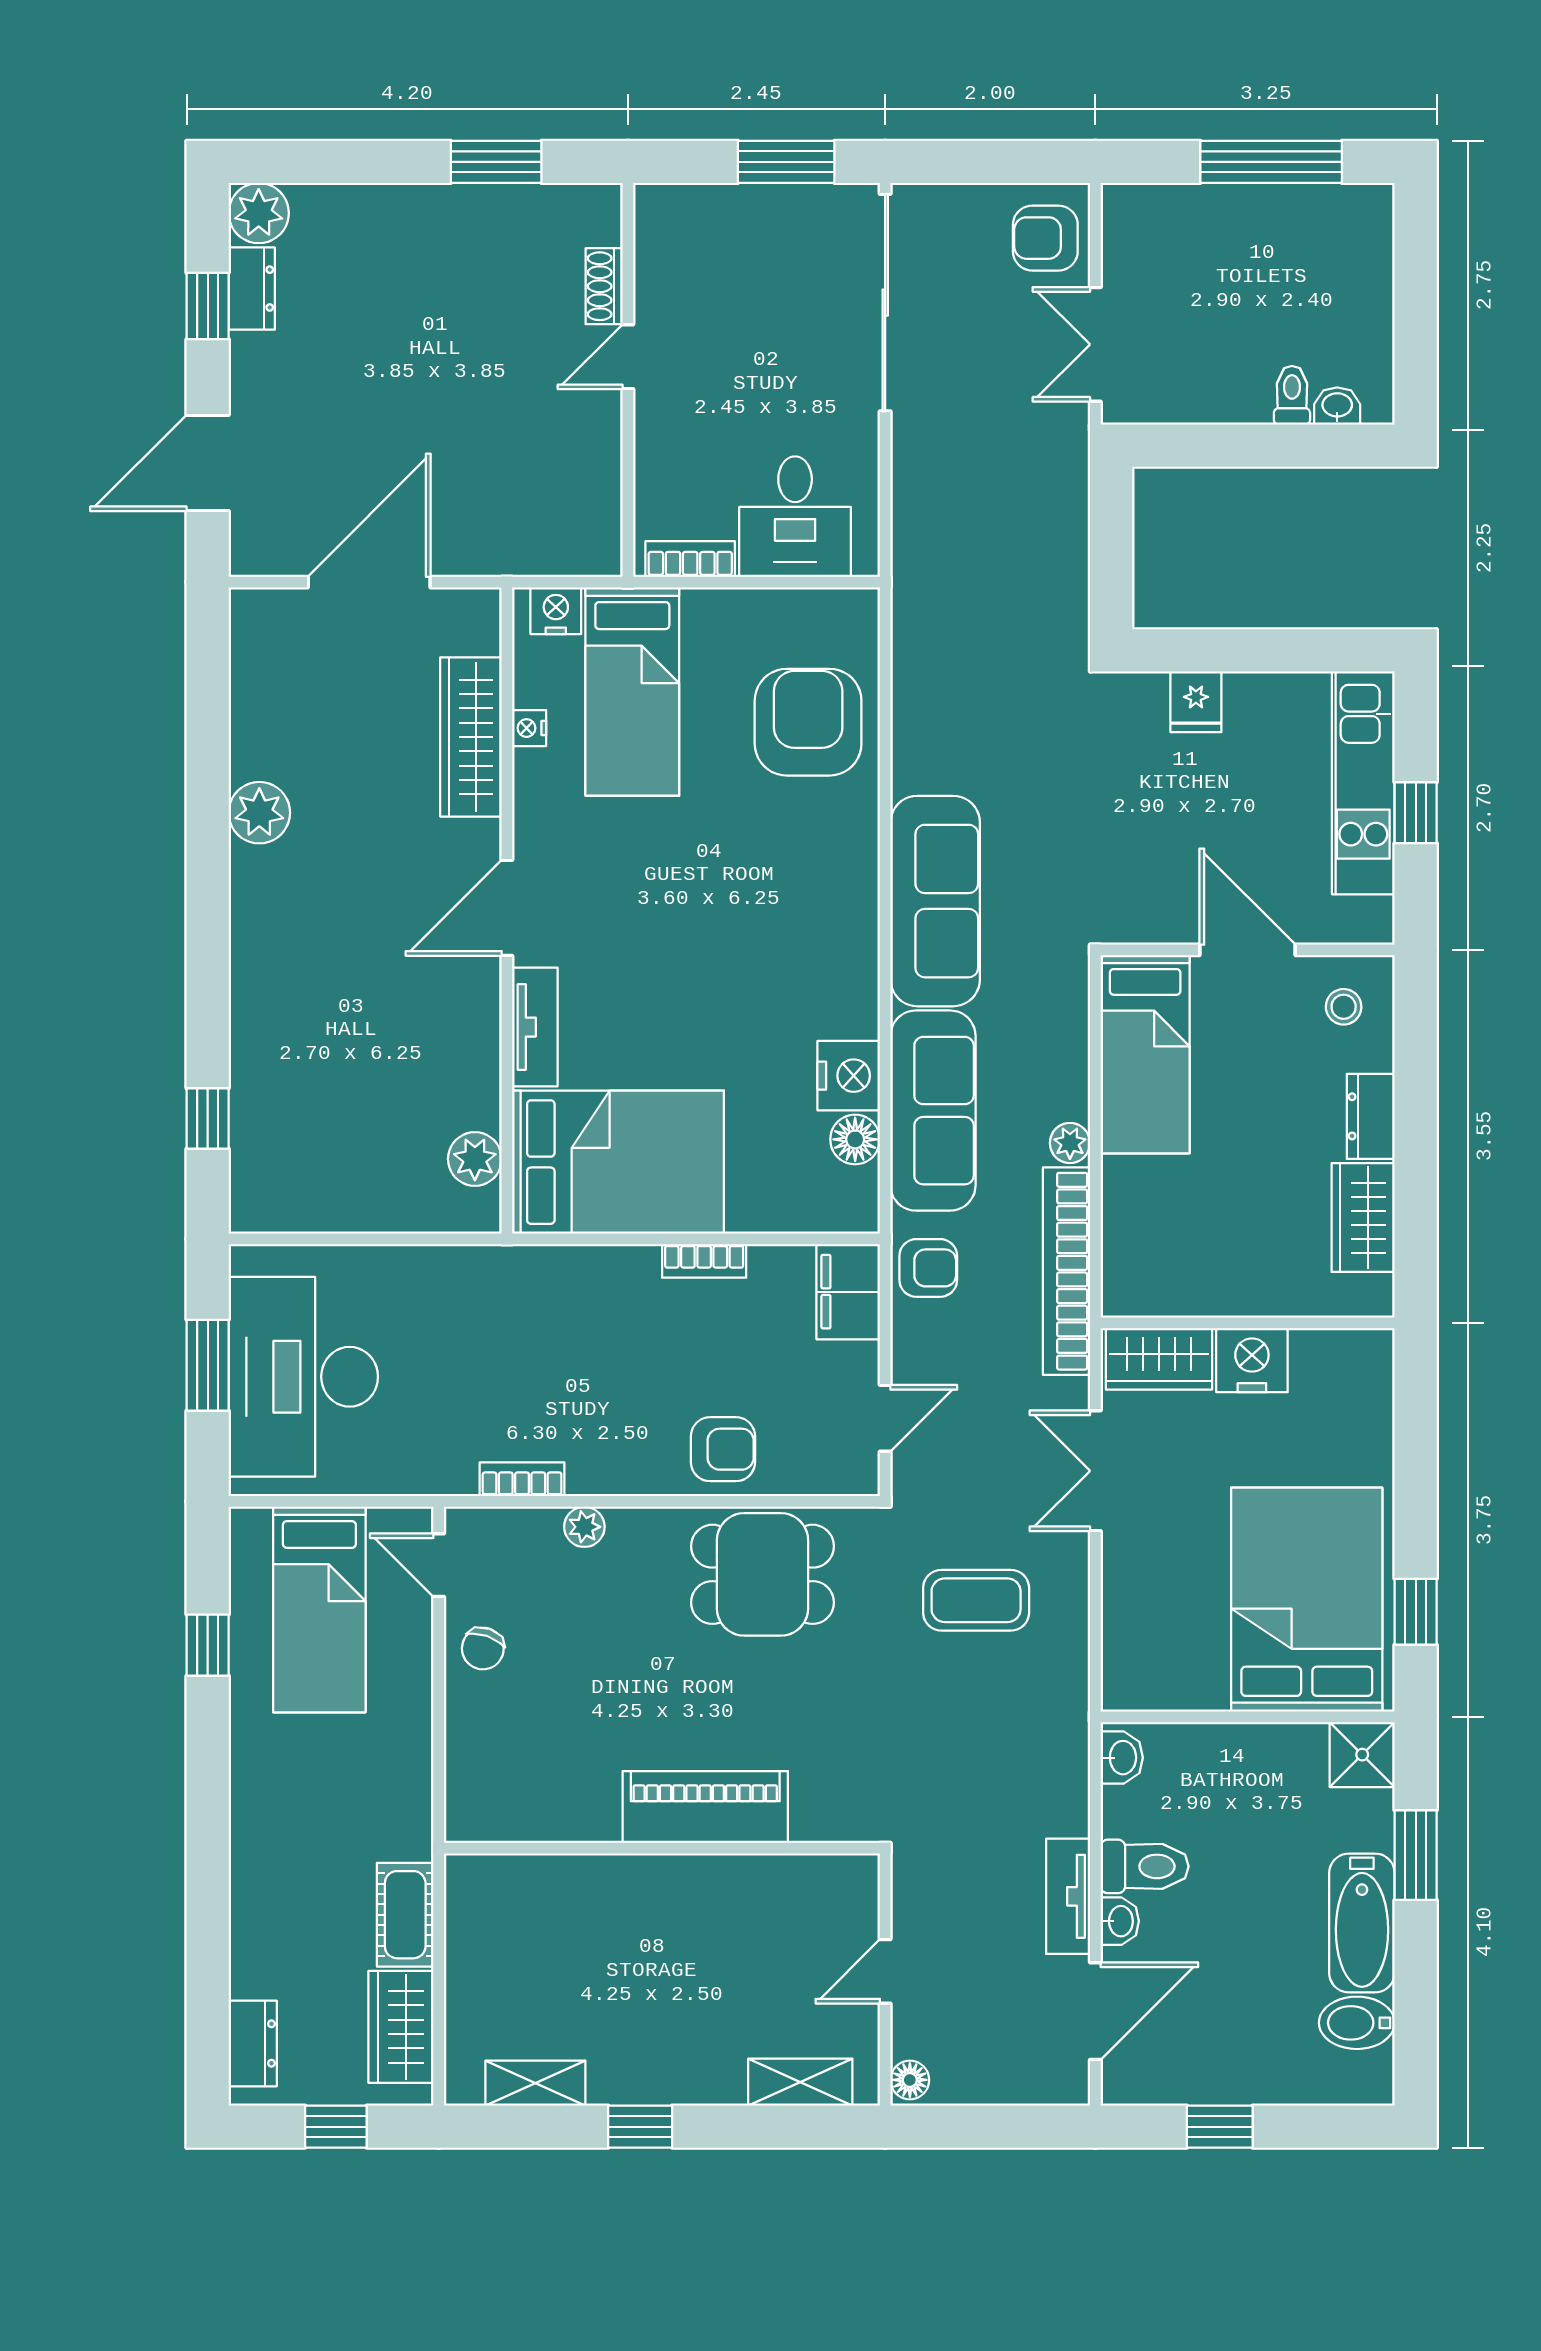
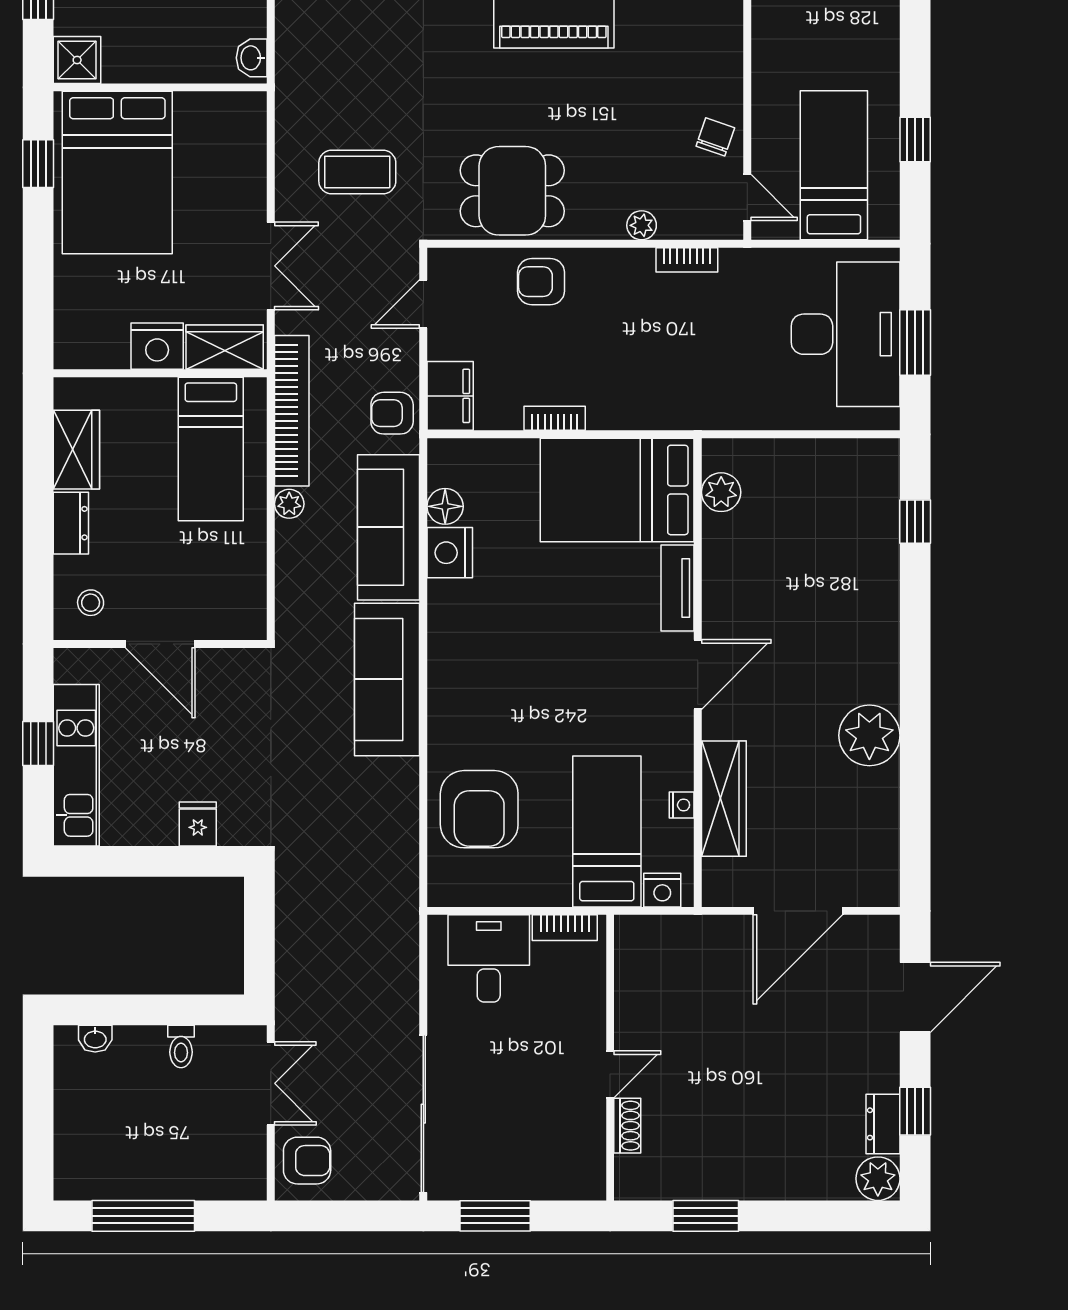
toilet: (1292, 395) -> (181, 1047), moved
plant: (259, 813) -> (869, 735), width x1.36, depth x1.36
bed: (1145, 1054) -> (211, 449), moved, turned 180

